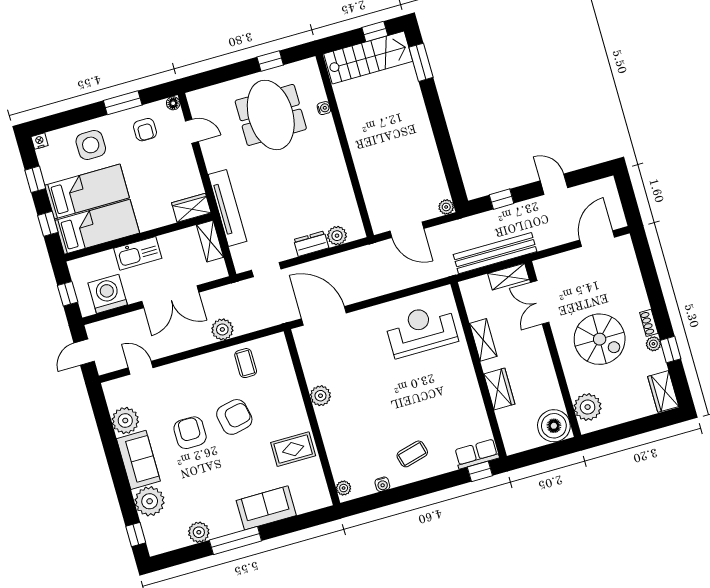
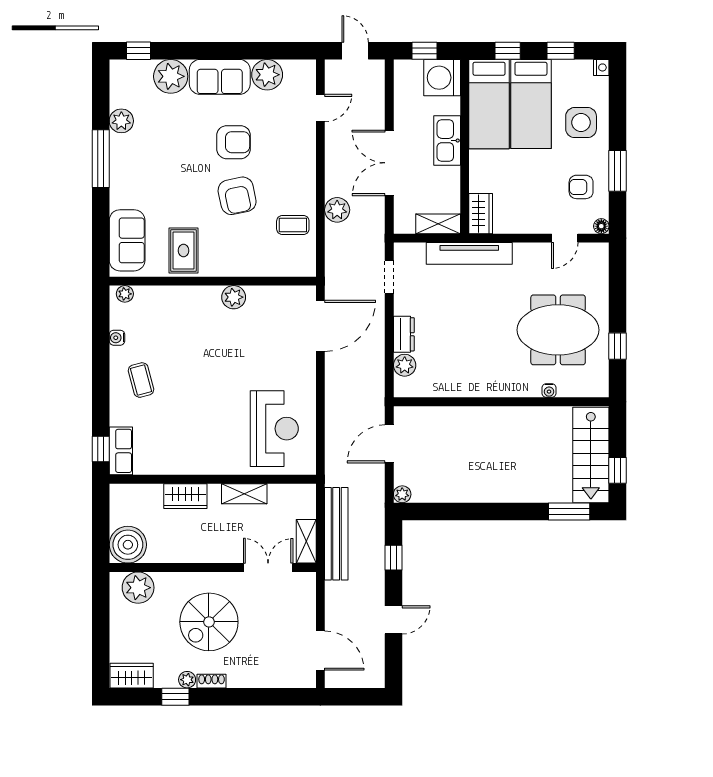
washing machine: (108, 294) -> (442, 78), moved, turned 180
sofa: (266, 508) -> (127, 240), moved

